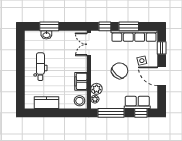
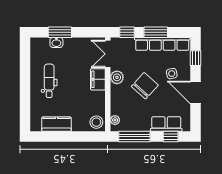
filing cabinet: (81, 81) -> (98, 79), moved
plant: (97, 89) -> (117, 77), moved

